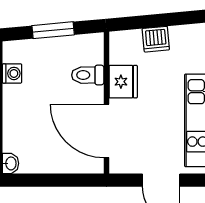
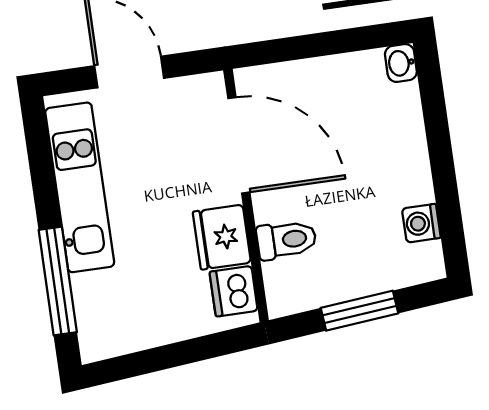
dishwasher: (156, 39) -> (234, 291), moved, turned -85

